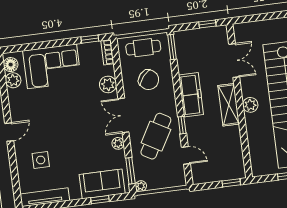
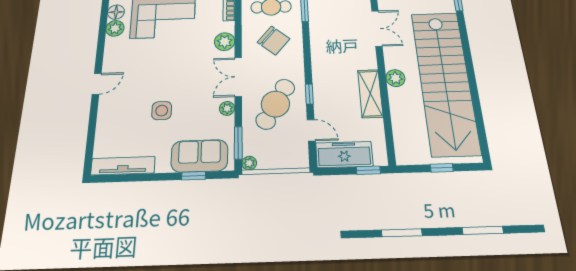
freezer: (191, 95) -> (344, 155), moved, turned -90
shelving: (229, 105) -> (370, 93), moved
side table: (41, 160) -> (162, 111), moved

